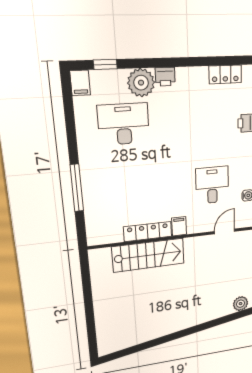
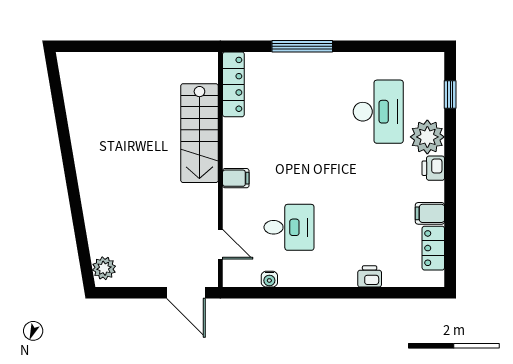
filing cabinet: (80, 83) -> (430, 213), moved
locker: (148, 232) -> (233, 84), moved

